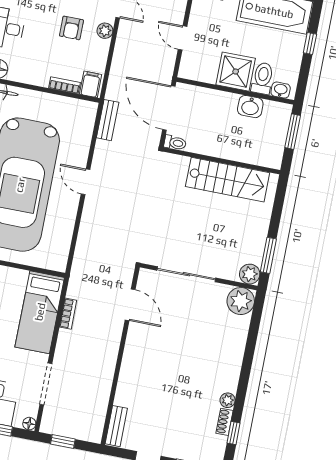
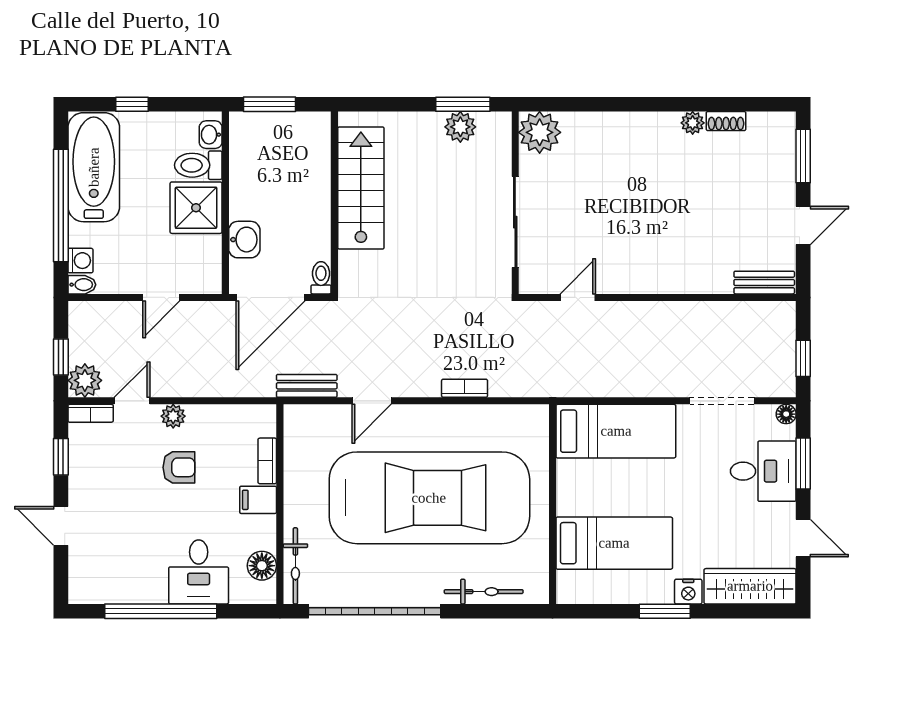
filing cabinet: (91, 84) -> (258, 500), moved
washbasin: (250, 107) -> (244, 240), moved
door: (86, 182) -> (372, 401), moved
plant: (250, 274) -> (460, 127), moved
door: (130, 305) -> (578, 297), width x0.73
bookcase: (68, 314) -> (465, 388), moved
window: (233, 433) -> (740, 104), removed

